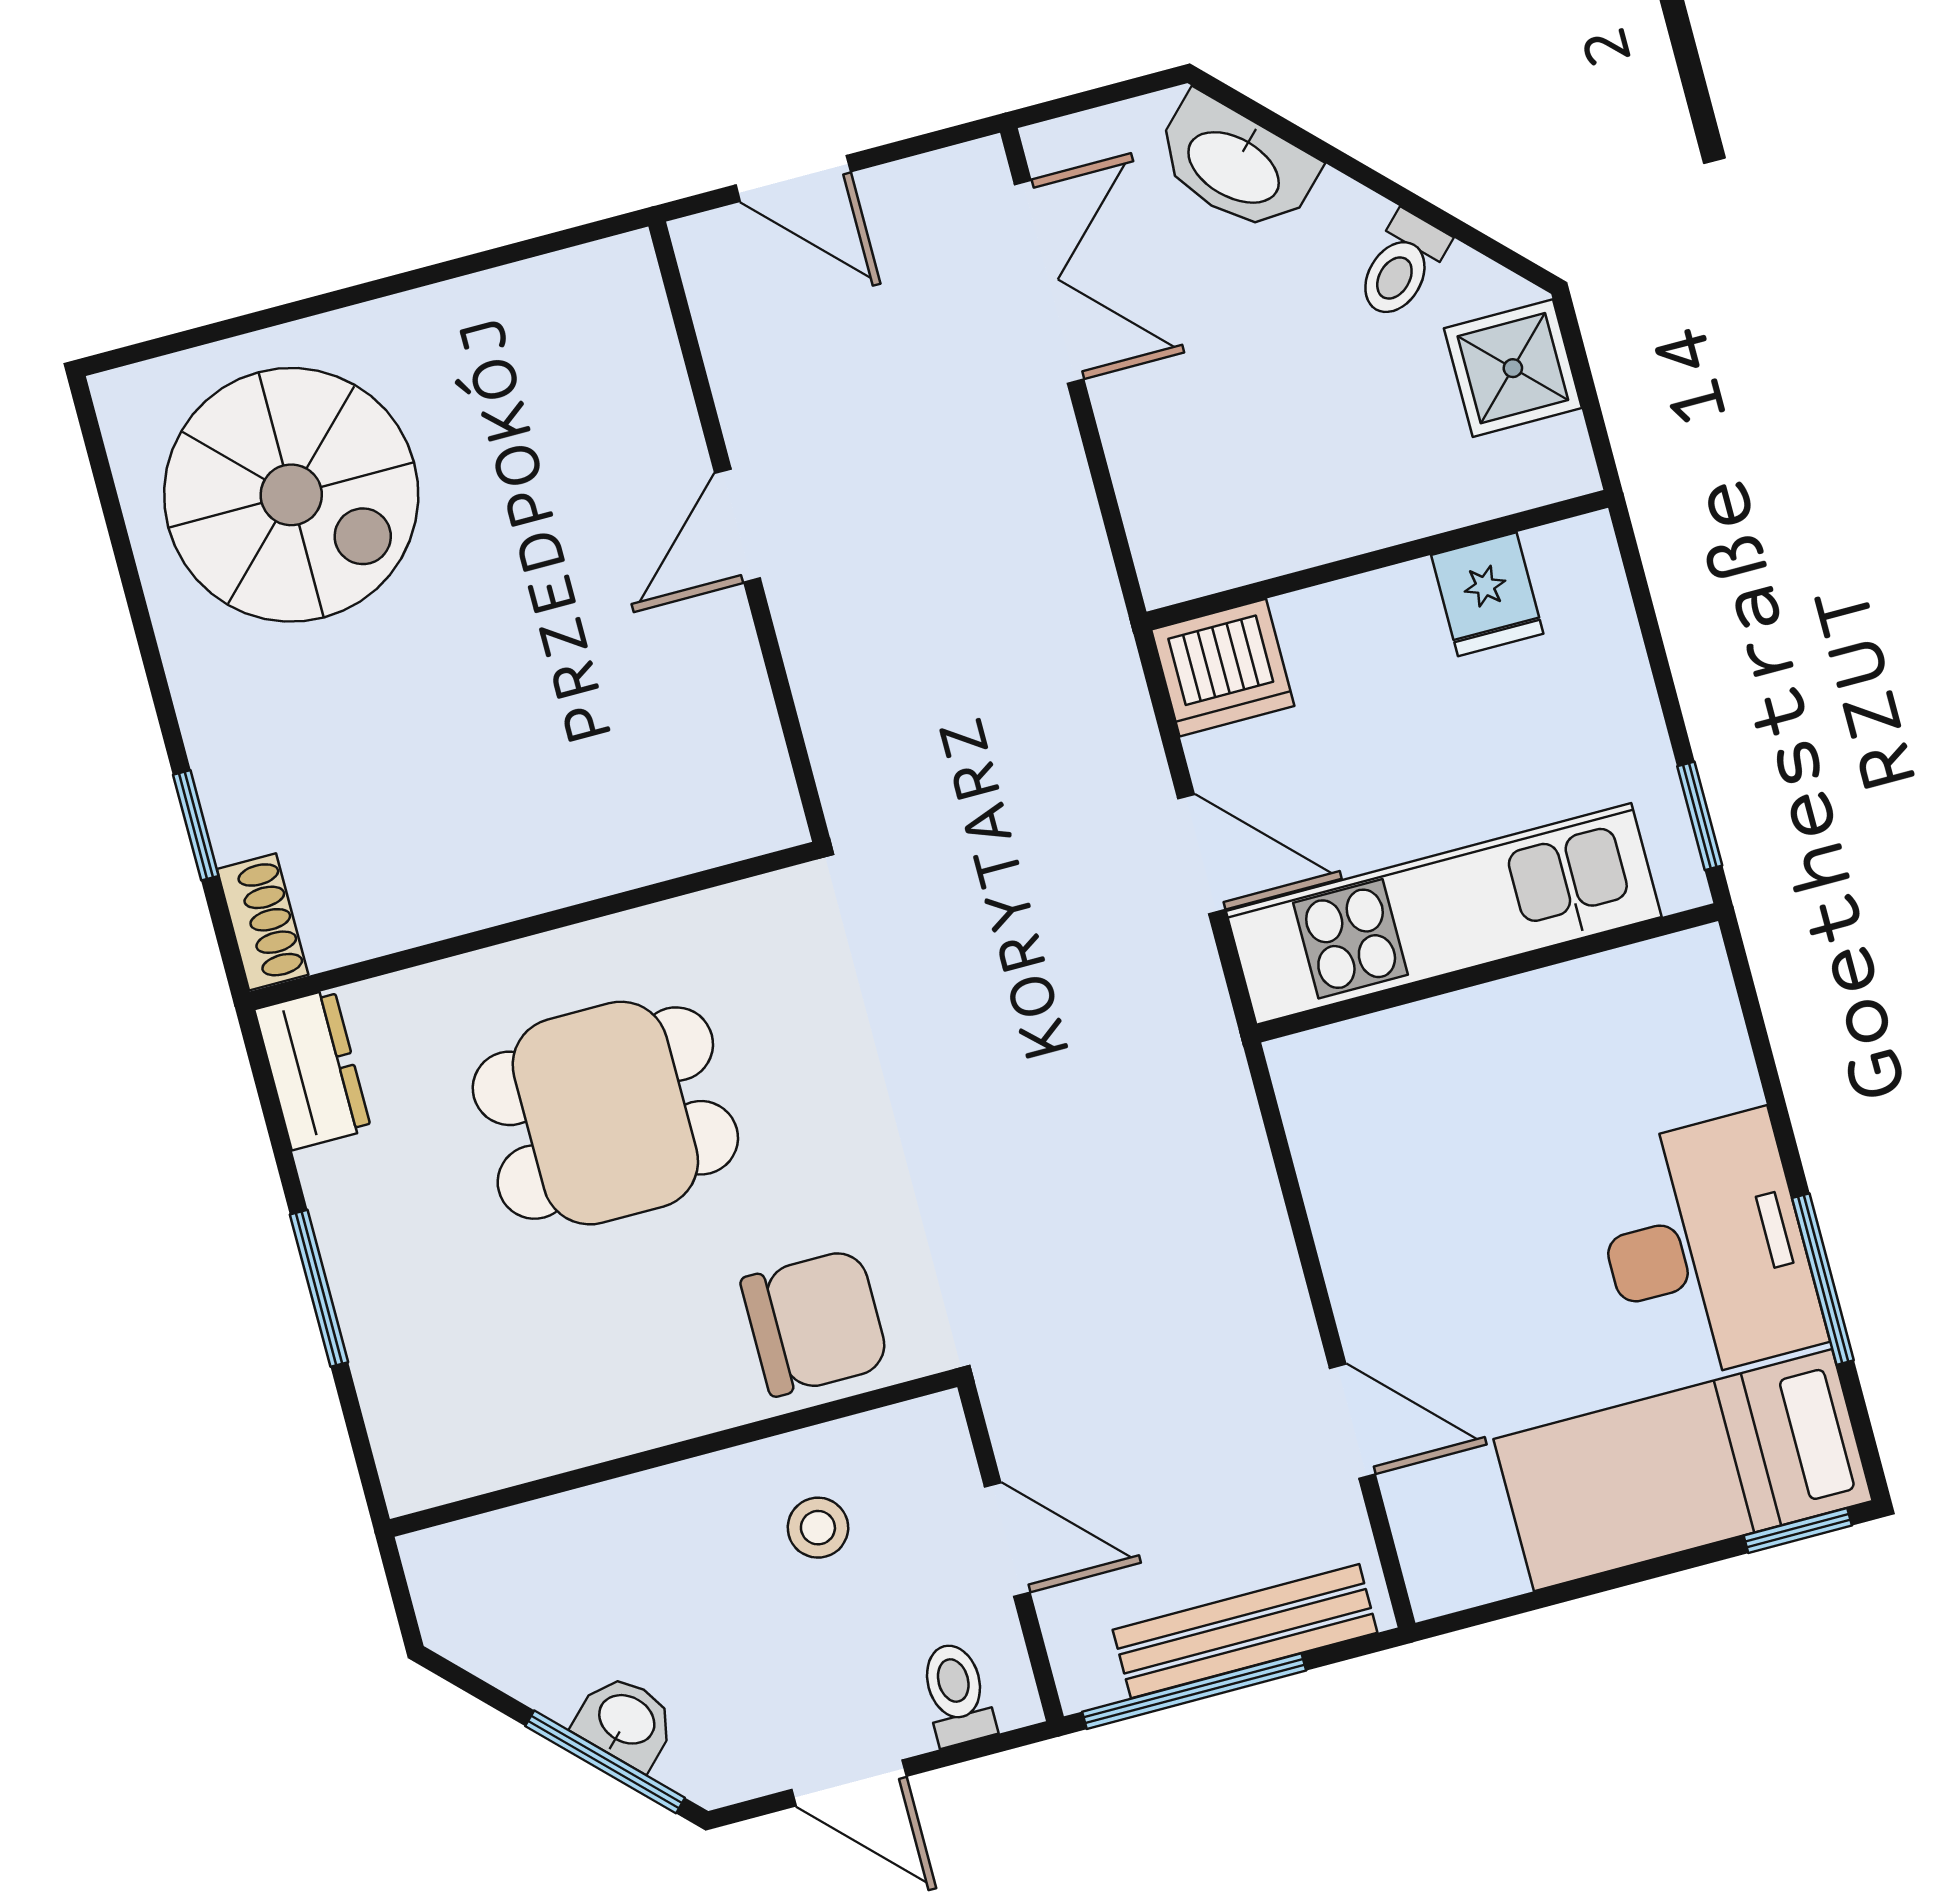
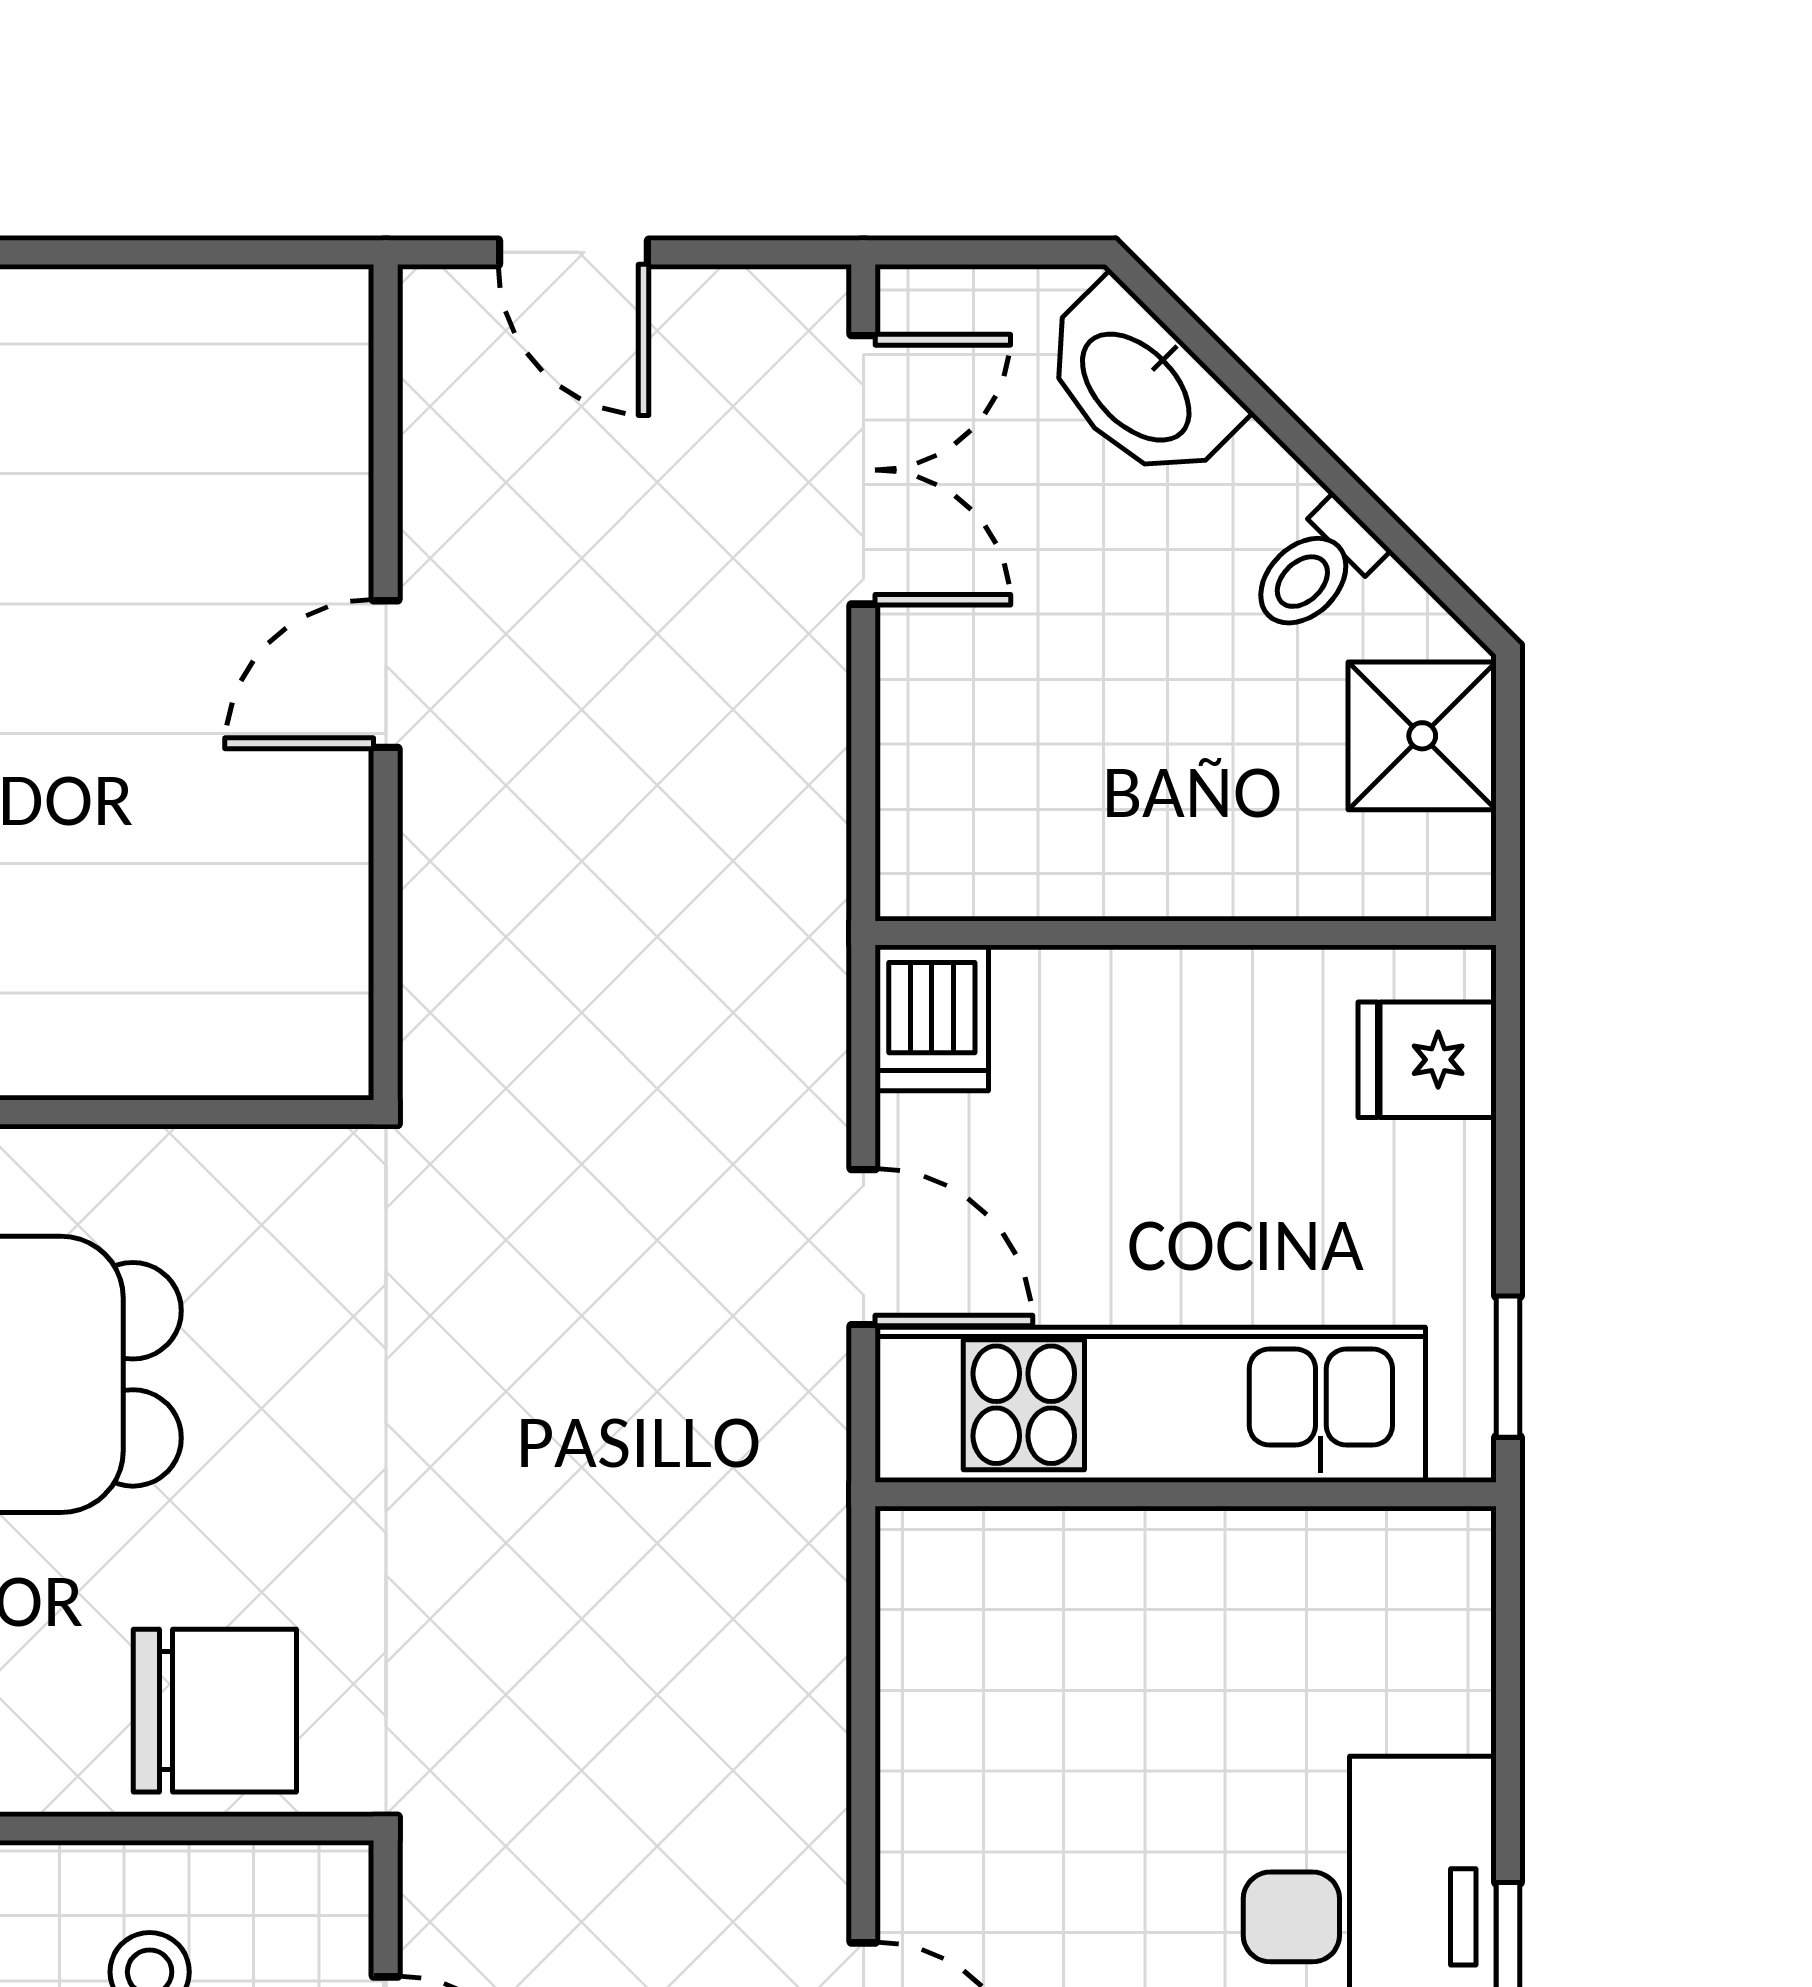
fridge: (1487, 594) -> (1427, 1060), moved, turned 90
dishwasher: (1223, 668) -> (932, 1018), width x0.73

